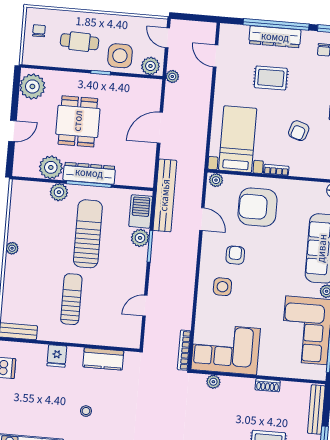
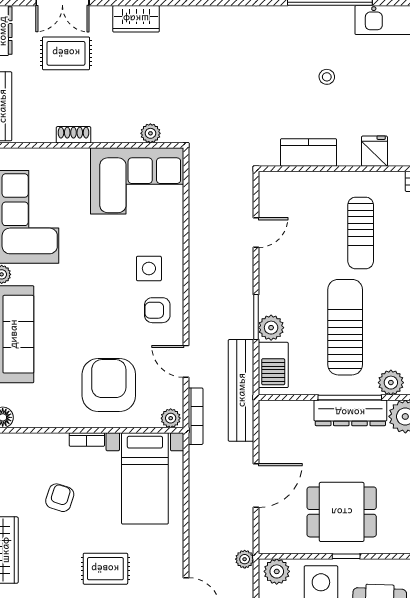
dining table: (78, 121) -> (342, 512), moved, turned 90
armchair: (258, 207) -> (109, 385), turned -90
sun lounger: (88, 234) -> (345, 327), turned 180
armchair: (235, 255) -> (157, 310), moved, turned 90
bookcase: (184, 350) -> (196, 416), moved

